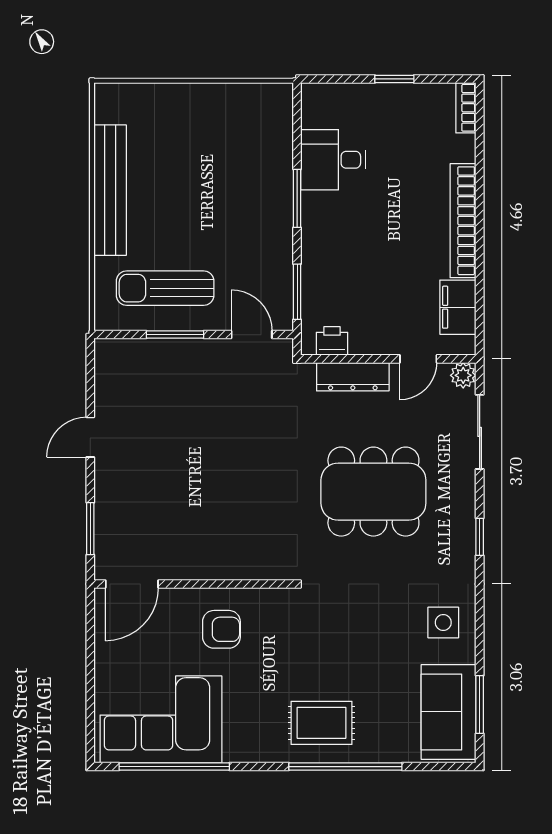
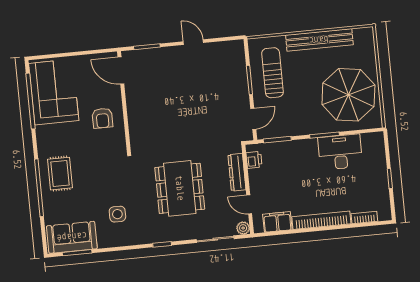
bookcase: (466, 108) -> (364, 218), moved
parasol: (223, 144) -> (348, 95), added
desk: (333, 160) -> (340, 152), width x1.37
side table: (443, 623) -> (117, 214), moved

